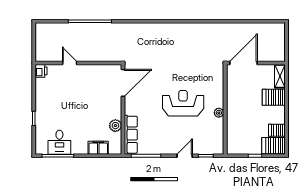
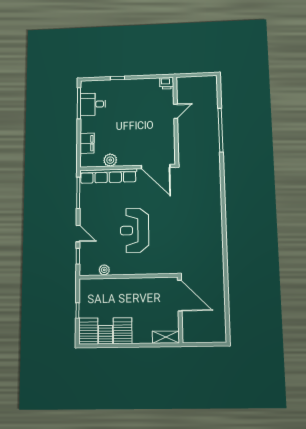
server rack: (274, 97) -> (123, 331), moved
reception desk: (183, 103) -> (135, 230), turned 180
plant: (219, 113) -> (104, 270), moved
row of seats: (131, 135) -> (108, 176), width x1.36

